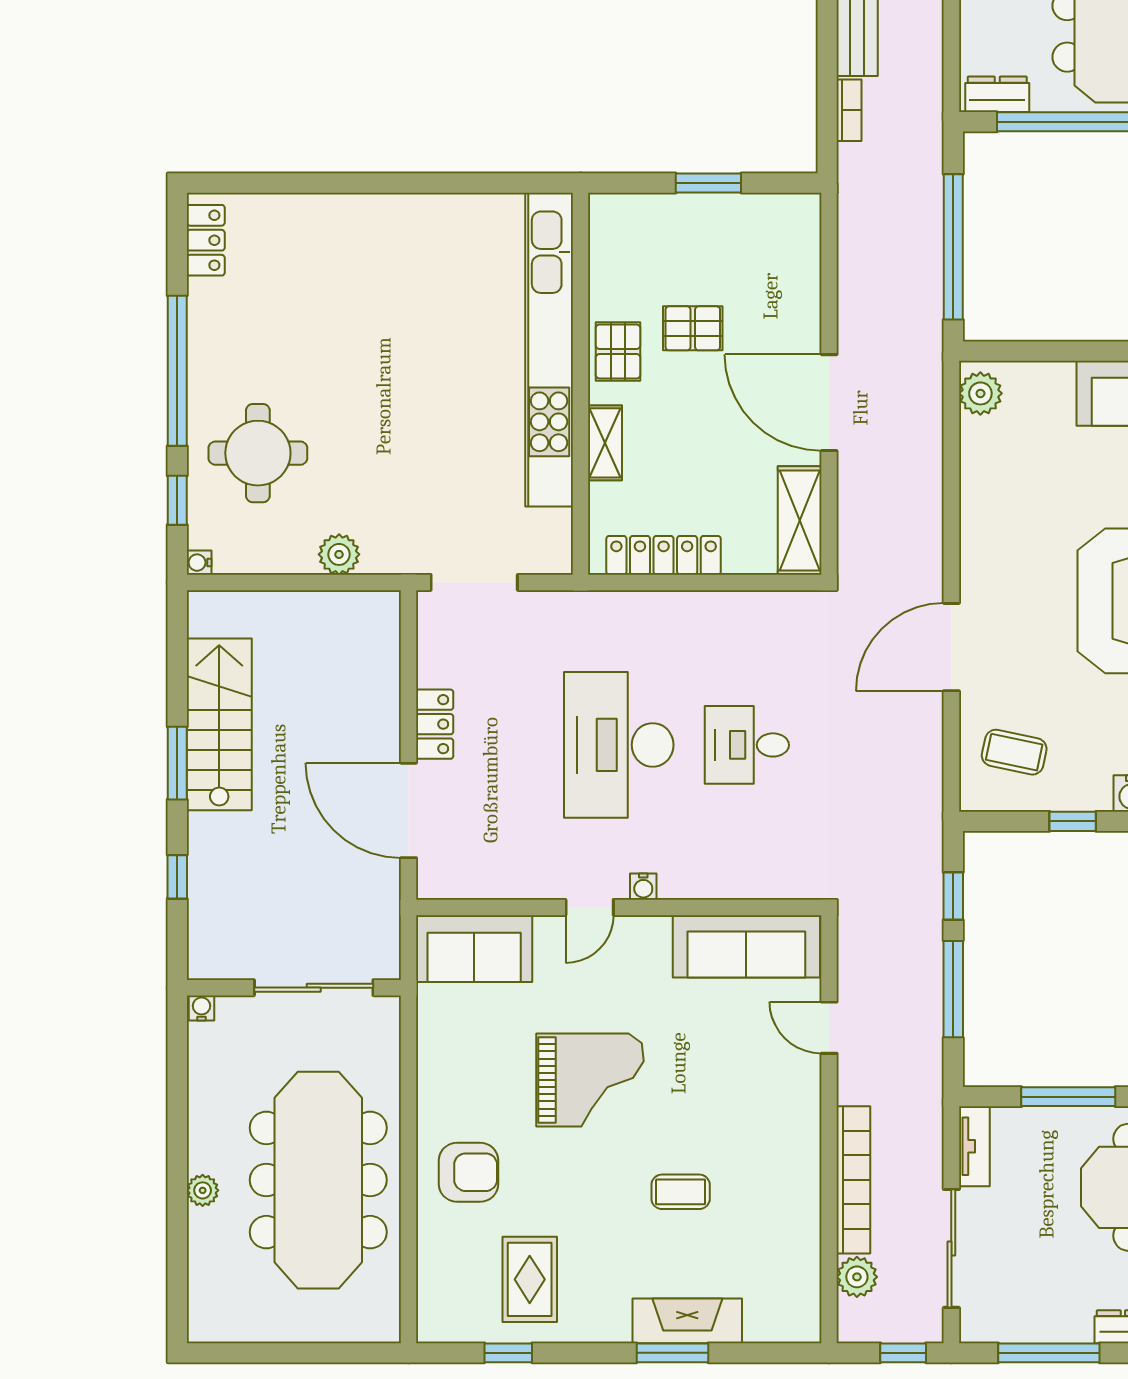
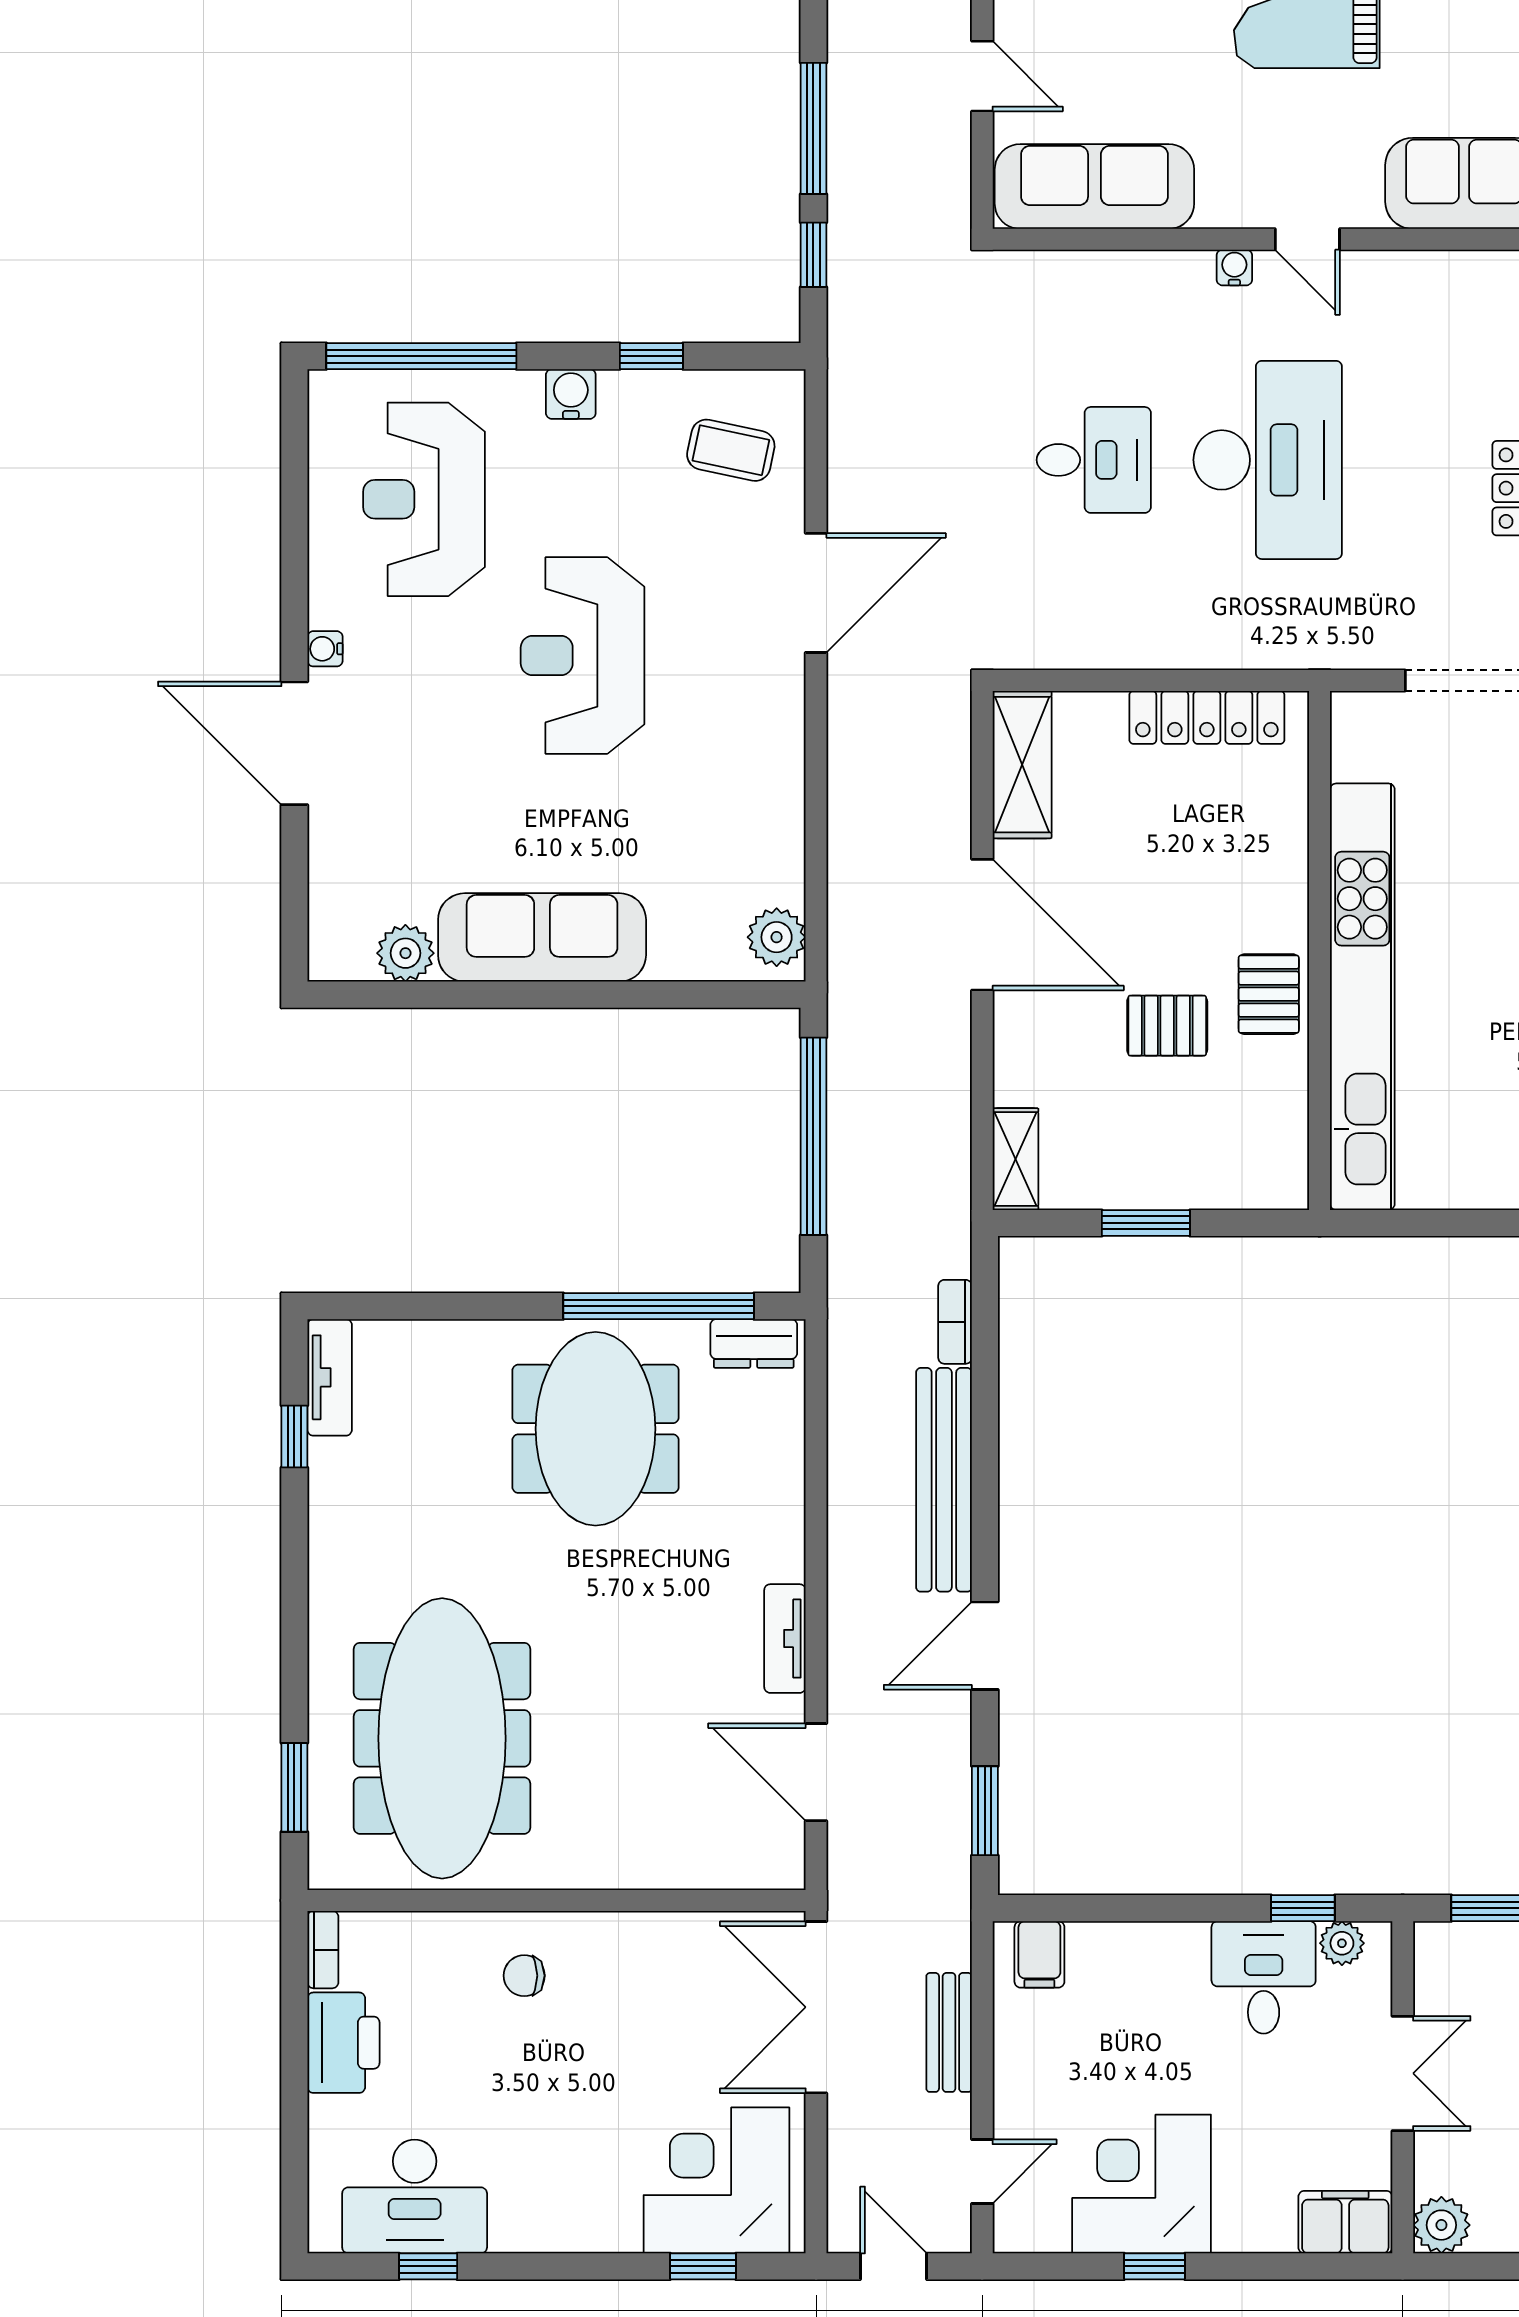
shelving: (605, 443) -> (1015, 1159), moved
door: (590, 907) -> (1307, 239), swing flipped

